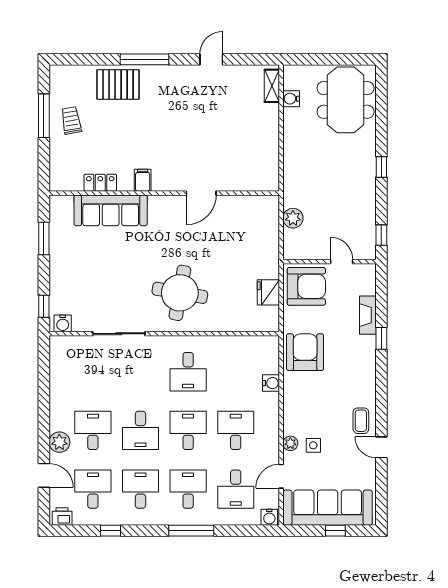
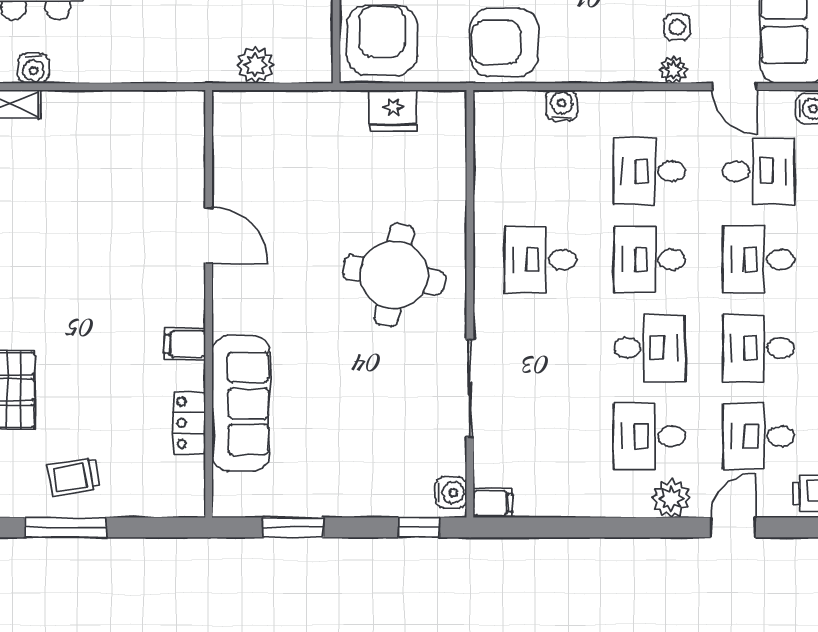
filing cabinet: (57, 346) -> (493, 503), added
desk: (188, 372) -> (540, 260), turned 180

